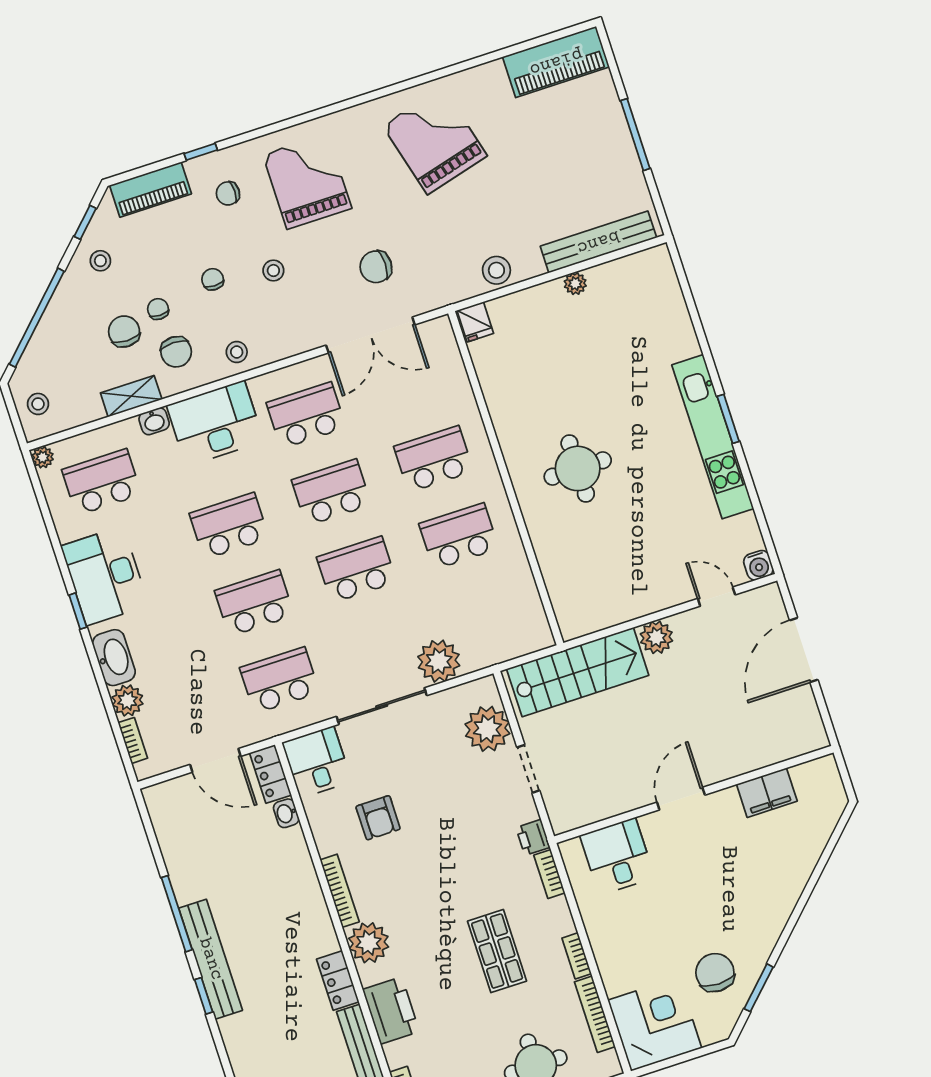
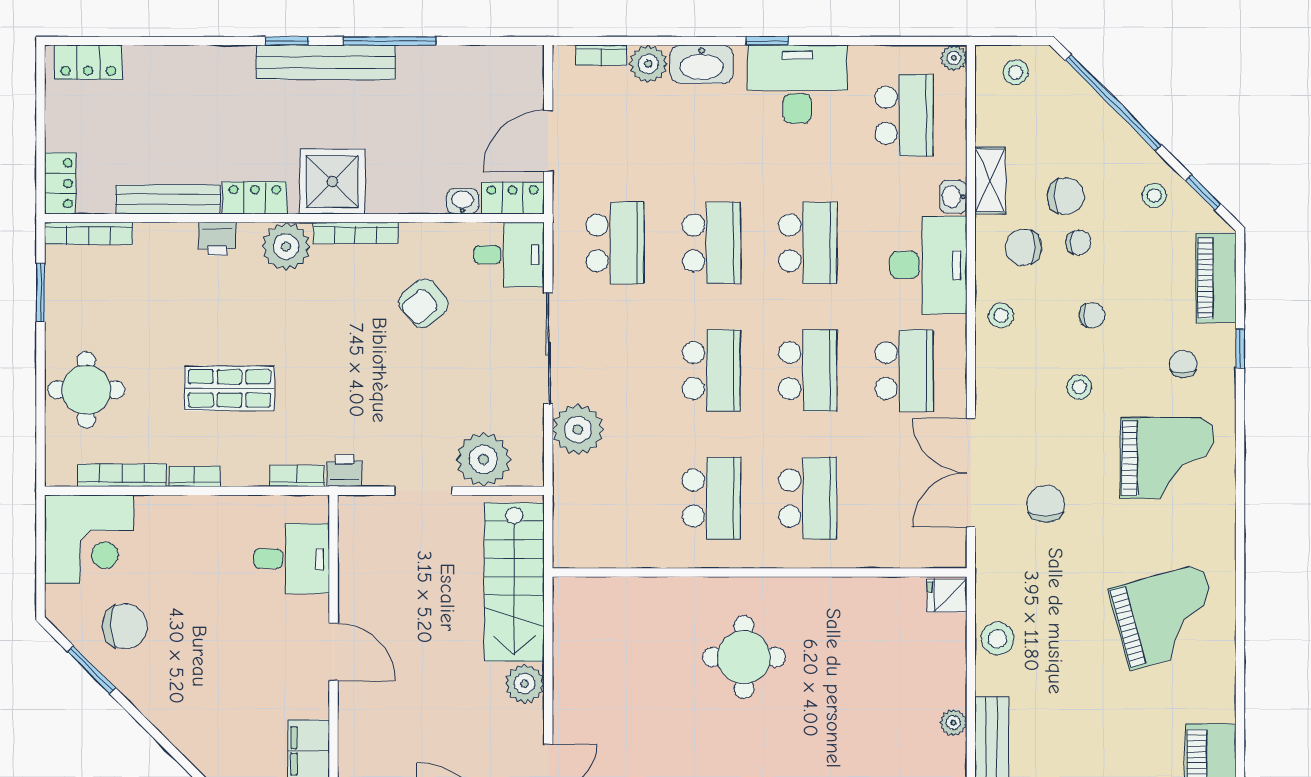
armchair: (378, 818) -> (424, 303), turned -41
shower: (304, 923) -> (332, 181), added
printer: (391, 1010) -> (217, 239), width x0.53, depth x0.68

